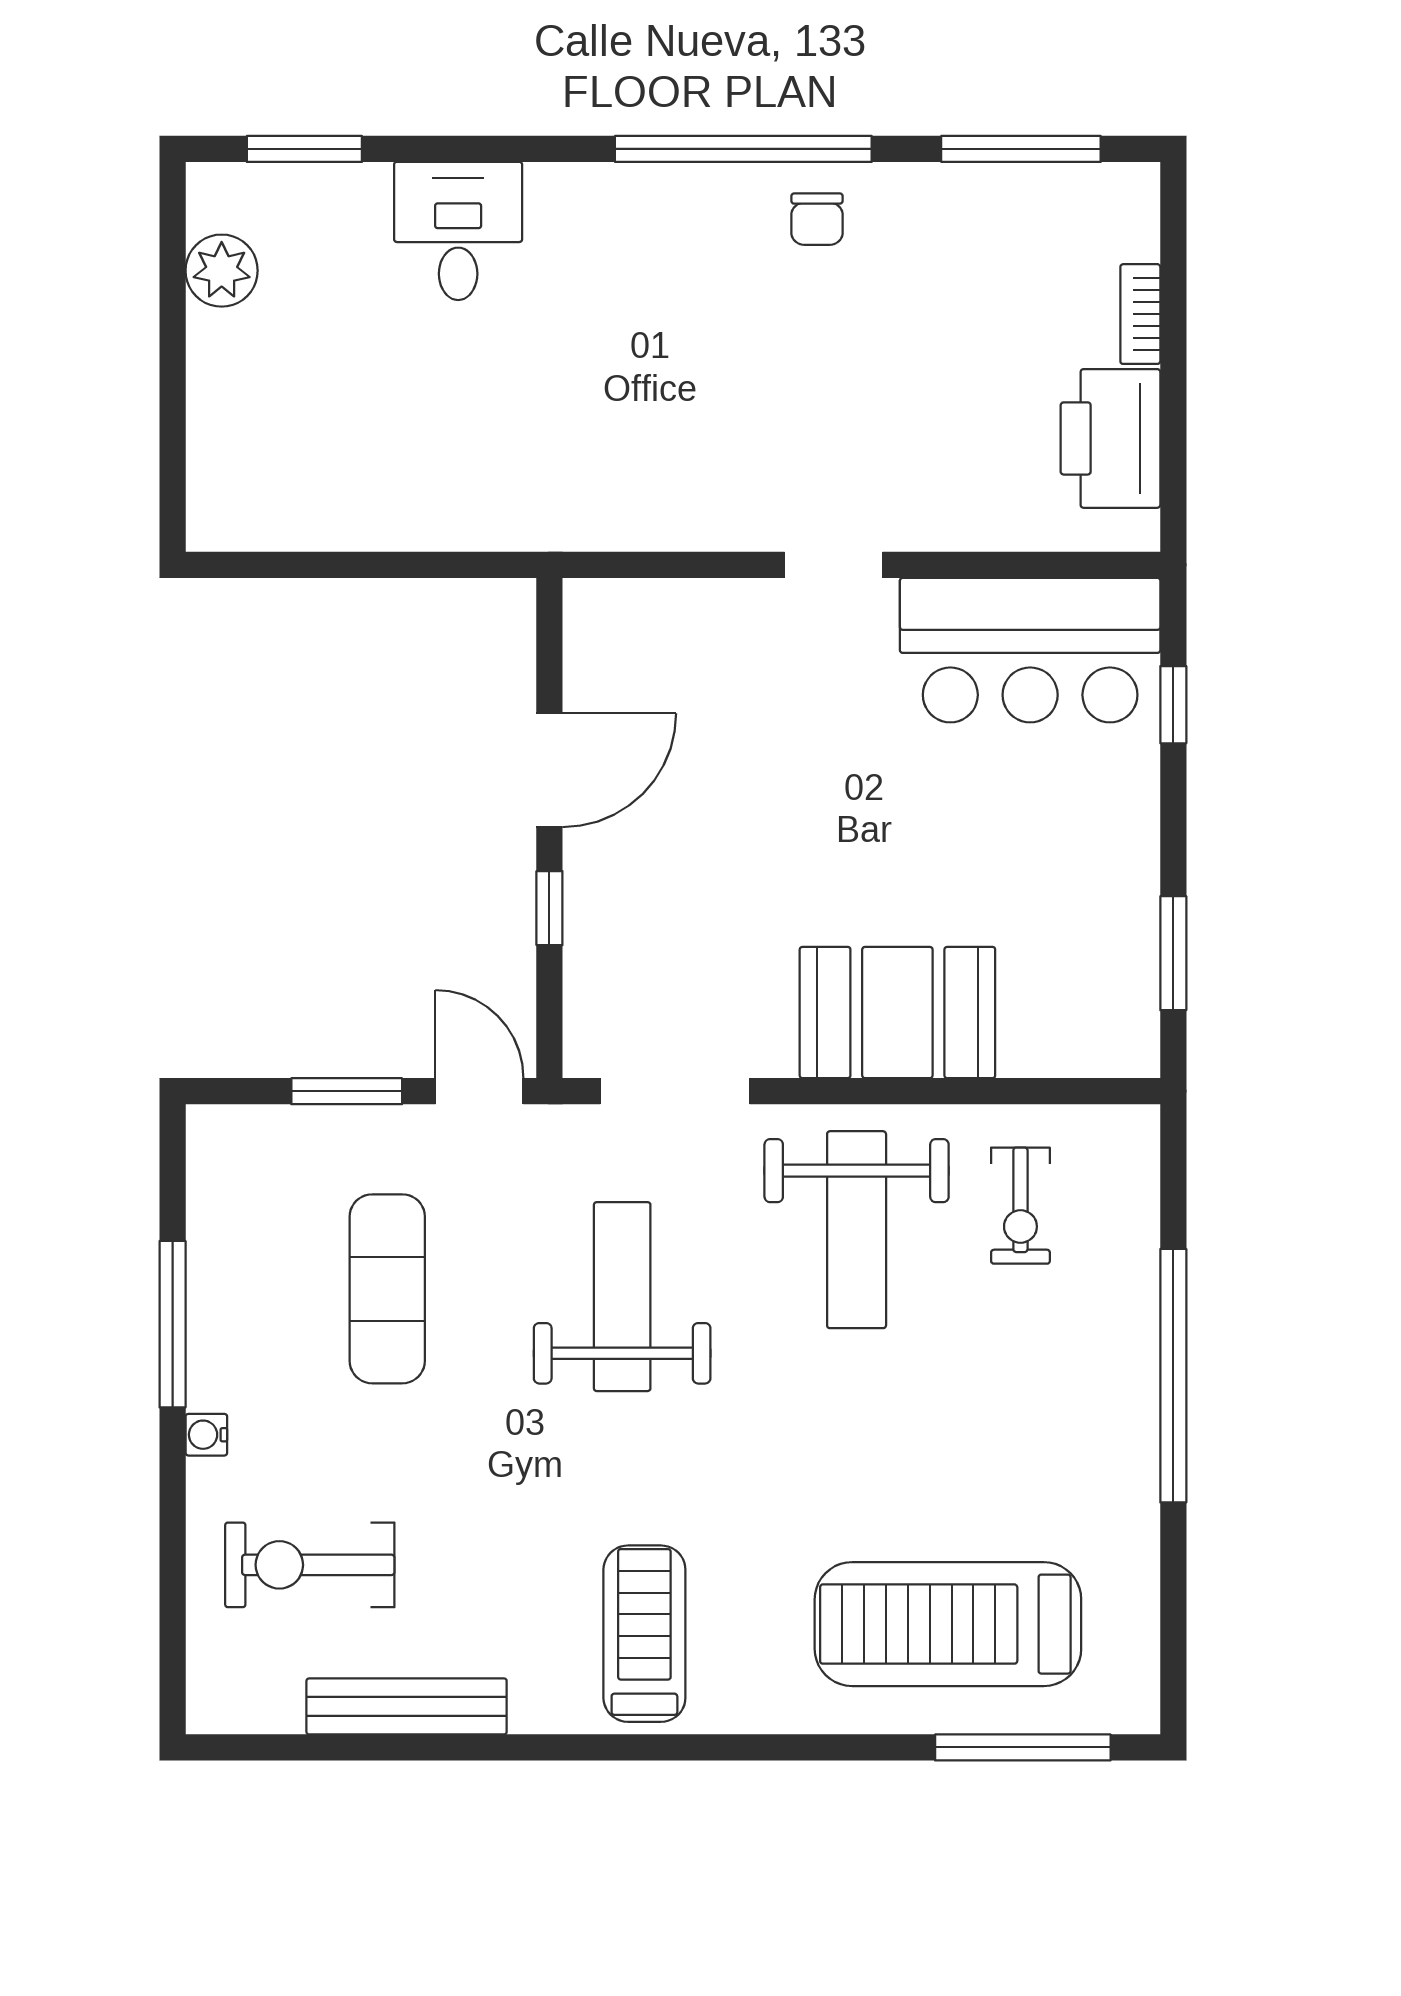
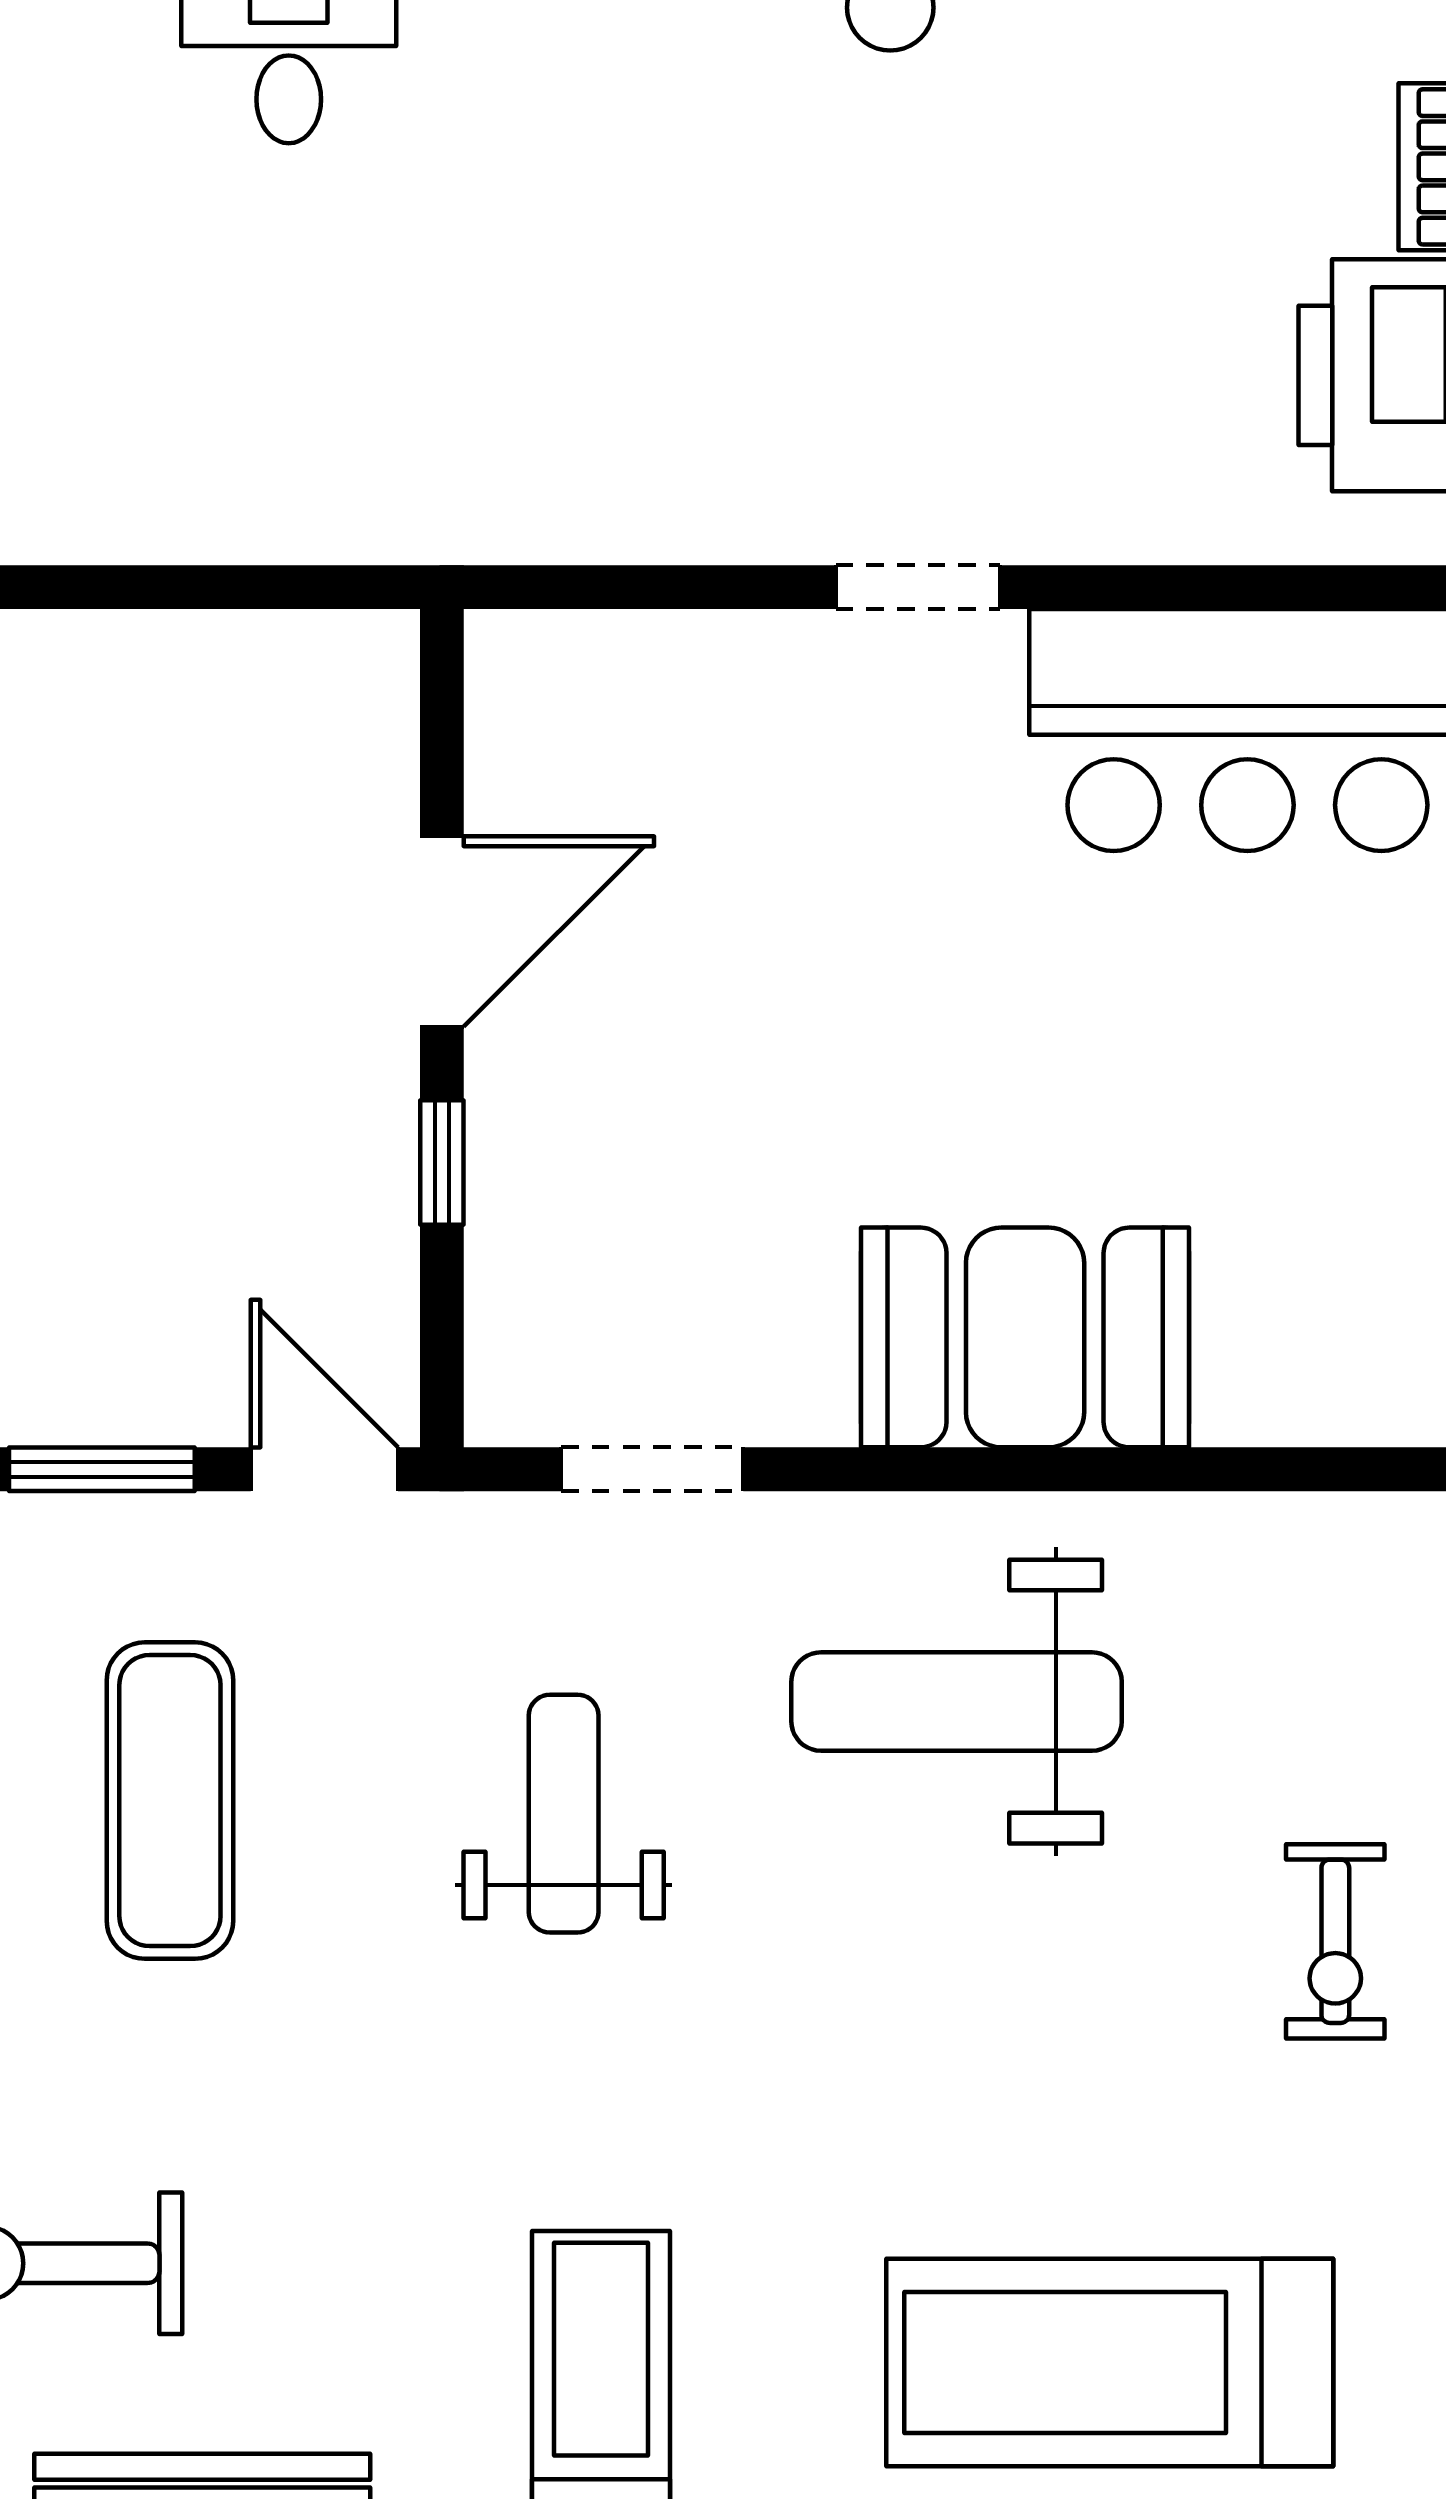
doorway: (675, 1091) -> (652, 1469), width x0.73
exercise bike: (1020, 1206) -> (1335, 1941), moved
weight bench: (857, 1230) -> (957, 1702), turned 90
weight bench: (622, 1297) -> (564, 1814), width x0.73, depth x0.75

